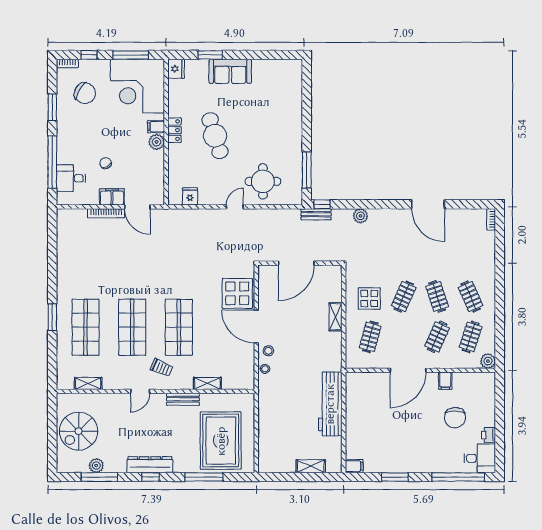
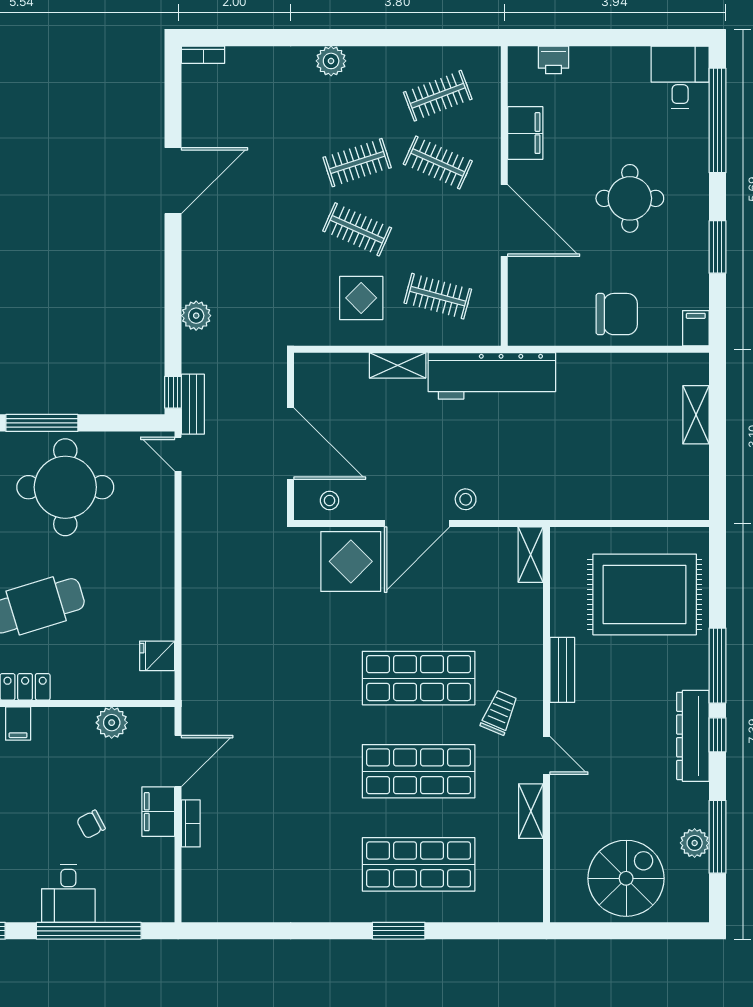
plant: (157, 142) -> (112, 723), moved
window: (307, 170) -> (42, 423), moved
desk: (71, 178) -> (68, 894), moved
round table: (263, 181) -> (65, 487), moved, width x1.36, depth x1.36
door: (235, 207) -> (178, 454), moved
bookcase: (106, 213) -> (191, 823), width x0.64
clothes rail: (471, 297) -> (357, 96), removed
clothes rail: (471, 337) -> (438, 96), turned -39
plant: (488, 361) -> (331, 61), moved
stool: (265, 369) -> (330, 501), moved
filing cabinet: (445, 381) -> (525, 133), width x2.00
shelving: (207, 383) -> (531, 555), moved
shelving: (88, 384) -> (531, 811), moved
workbench: (330, 404) -> (492, 376), moved
chair: (455, 418) -> (617, 314), moved
spiral stairs: (79, 431) -> (626, 878), turned -90
round table: (419, 433) -> (630, 198), added
printer: (489, 435) -> (553, 60), moved
window: (204, 477) -> (717, 666), moved

